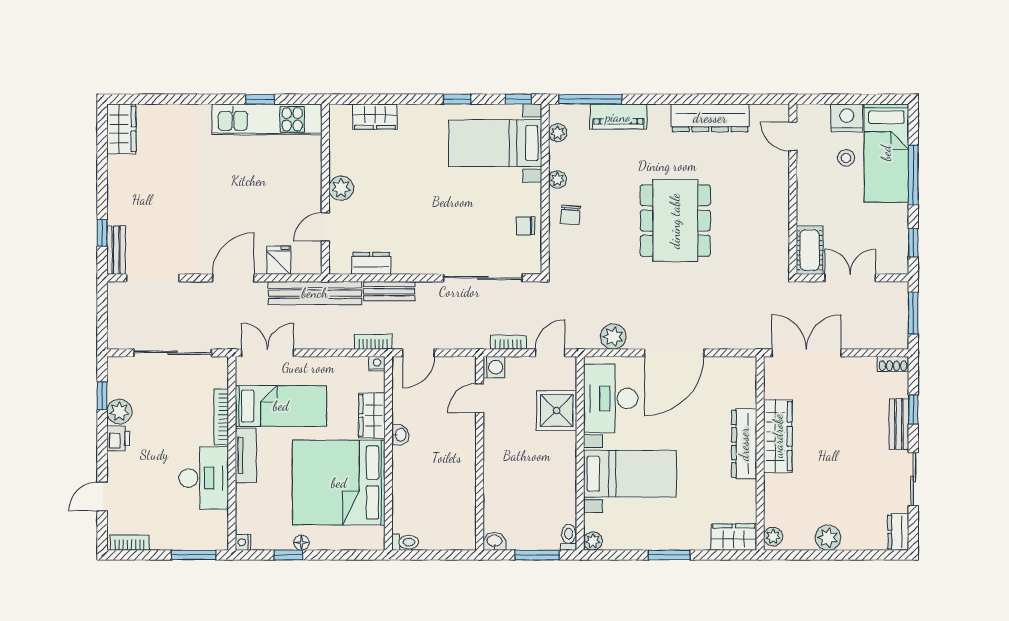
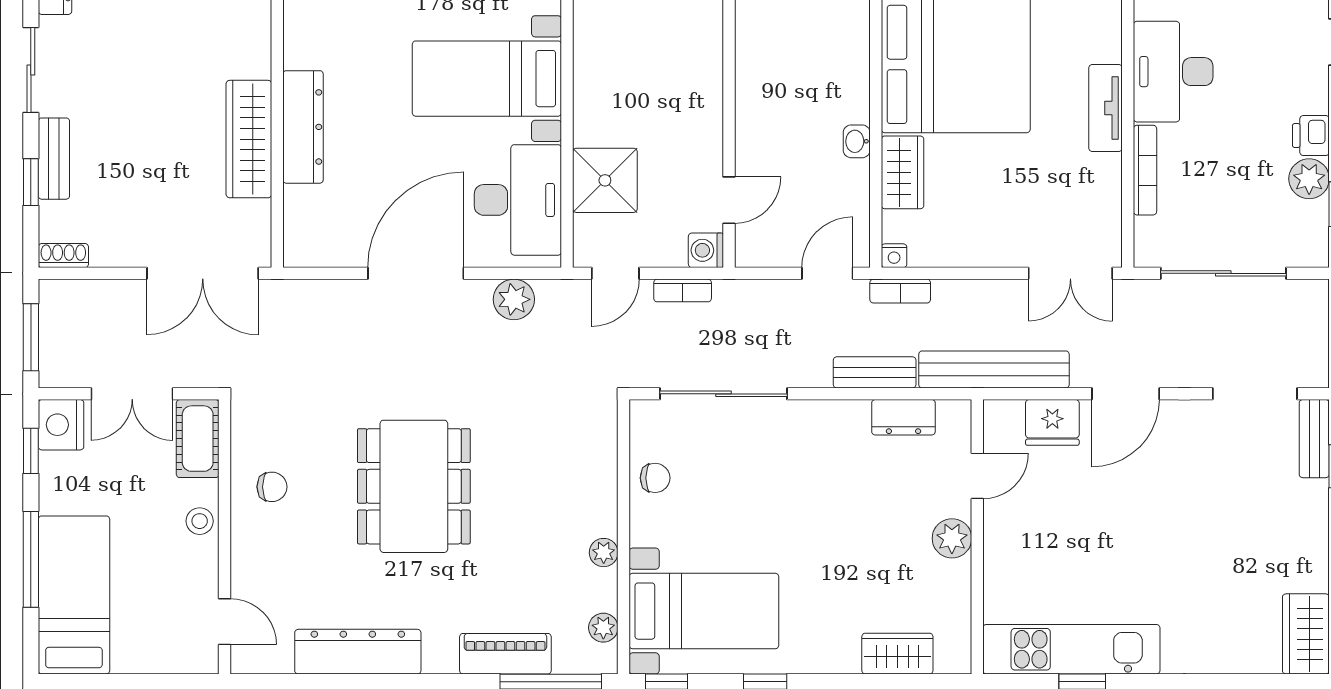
nightstand: (847, 118) -> (61, 425), moved, turned 90
stool: (846, 158) -> (200, 521), moved
chair: (570, 215) -> (272, 487), moved, turned 85
fridge: (279, 260) -> (1052, 422), width x1.38
bed: (281, 406) -> (1049, 188), removed

